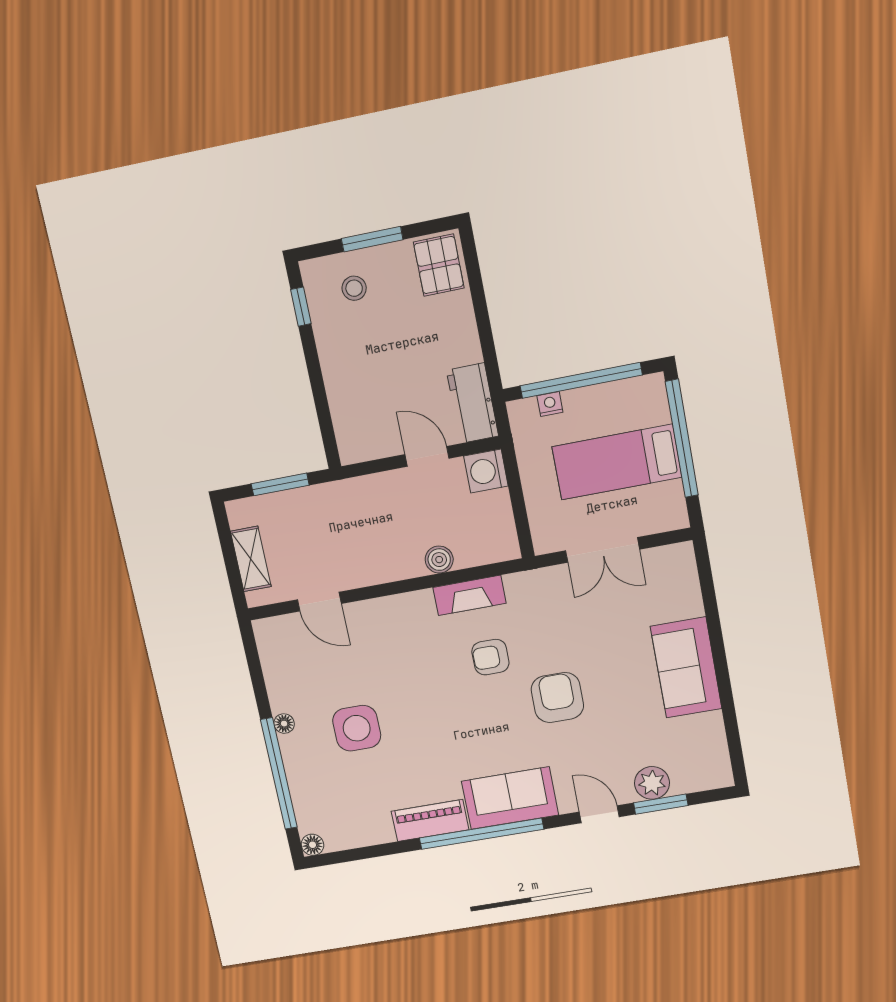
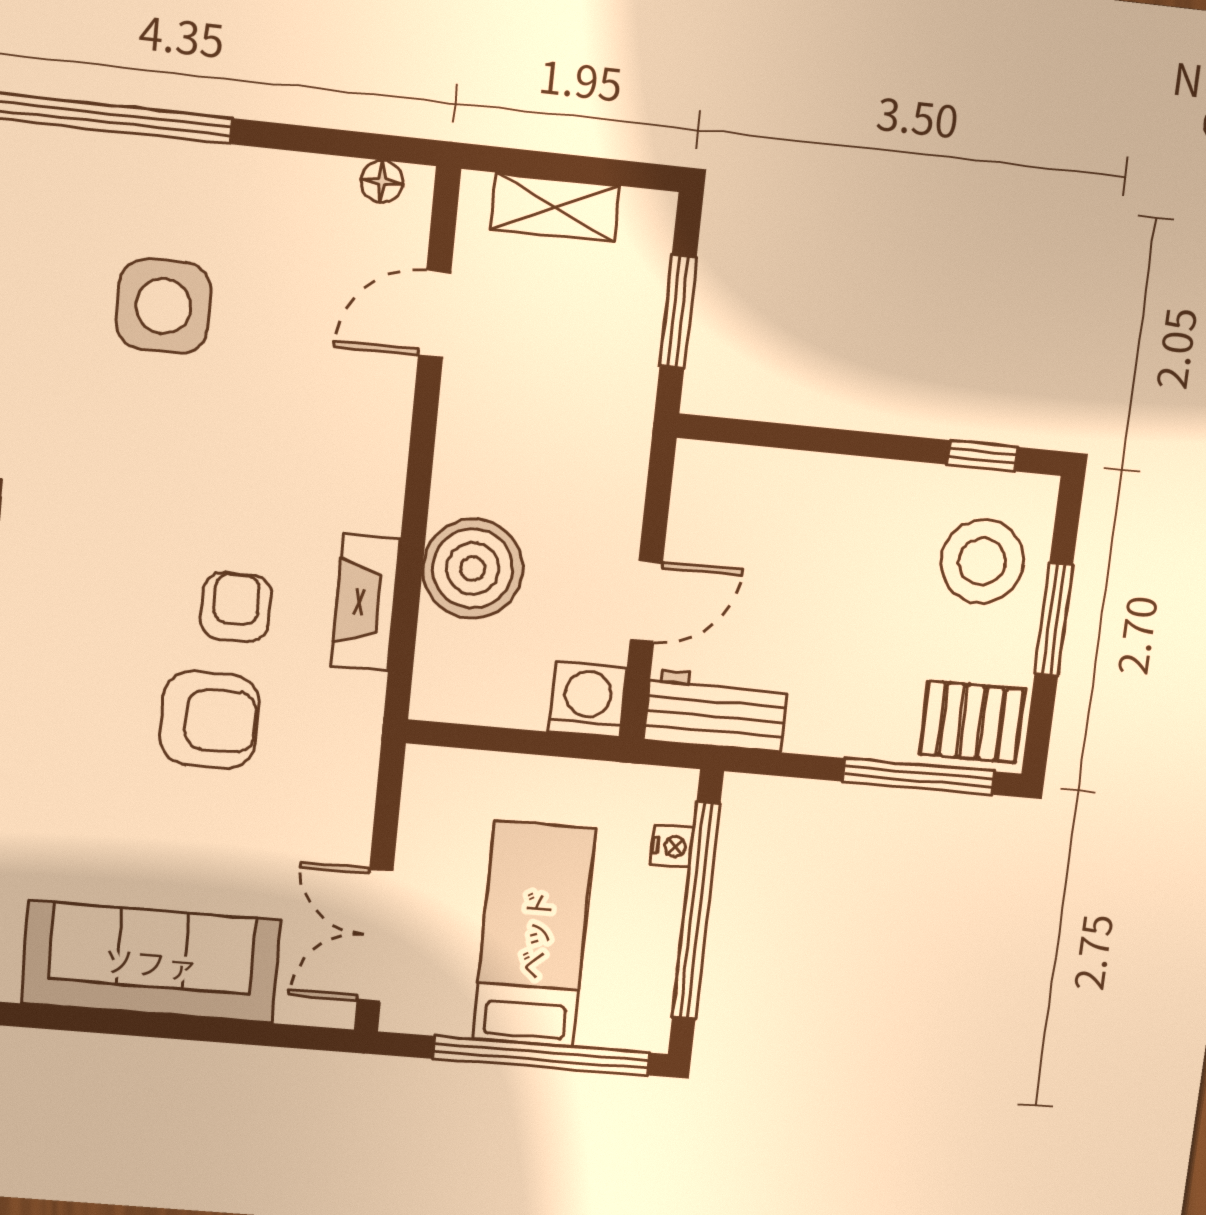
window: (476, 284) -> (919, 776), added
stool: (354, 288) -> (982, 561), width x1.89, depth x1.89
double door: (602, 550) -> (375, 935), moved
boiler: (439, 560) -> (473, 569), width x1.86, depth x1.86
sofa: (686, 668) -> (151, 962), width x1.36
armchair: (557, 698) -> (209, 720), moved
floor lamp: (284, 724) -> (382, 182), moved

